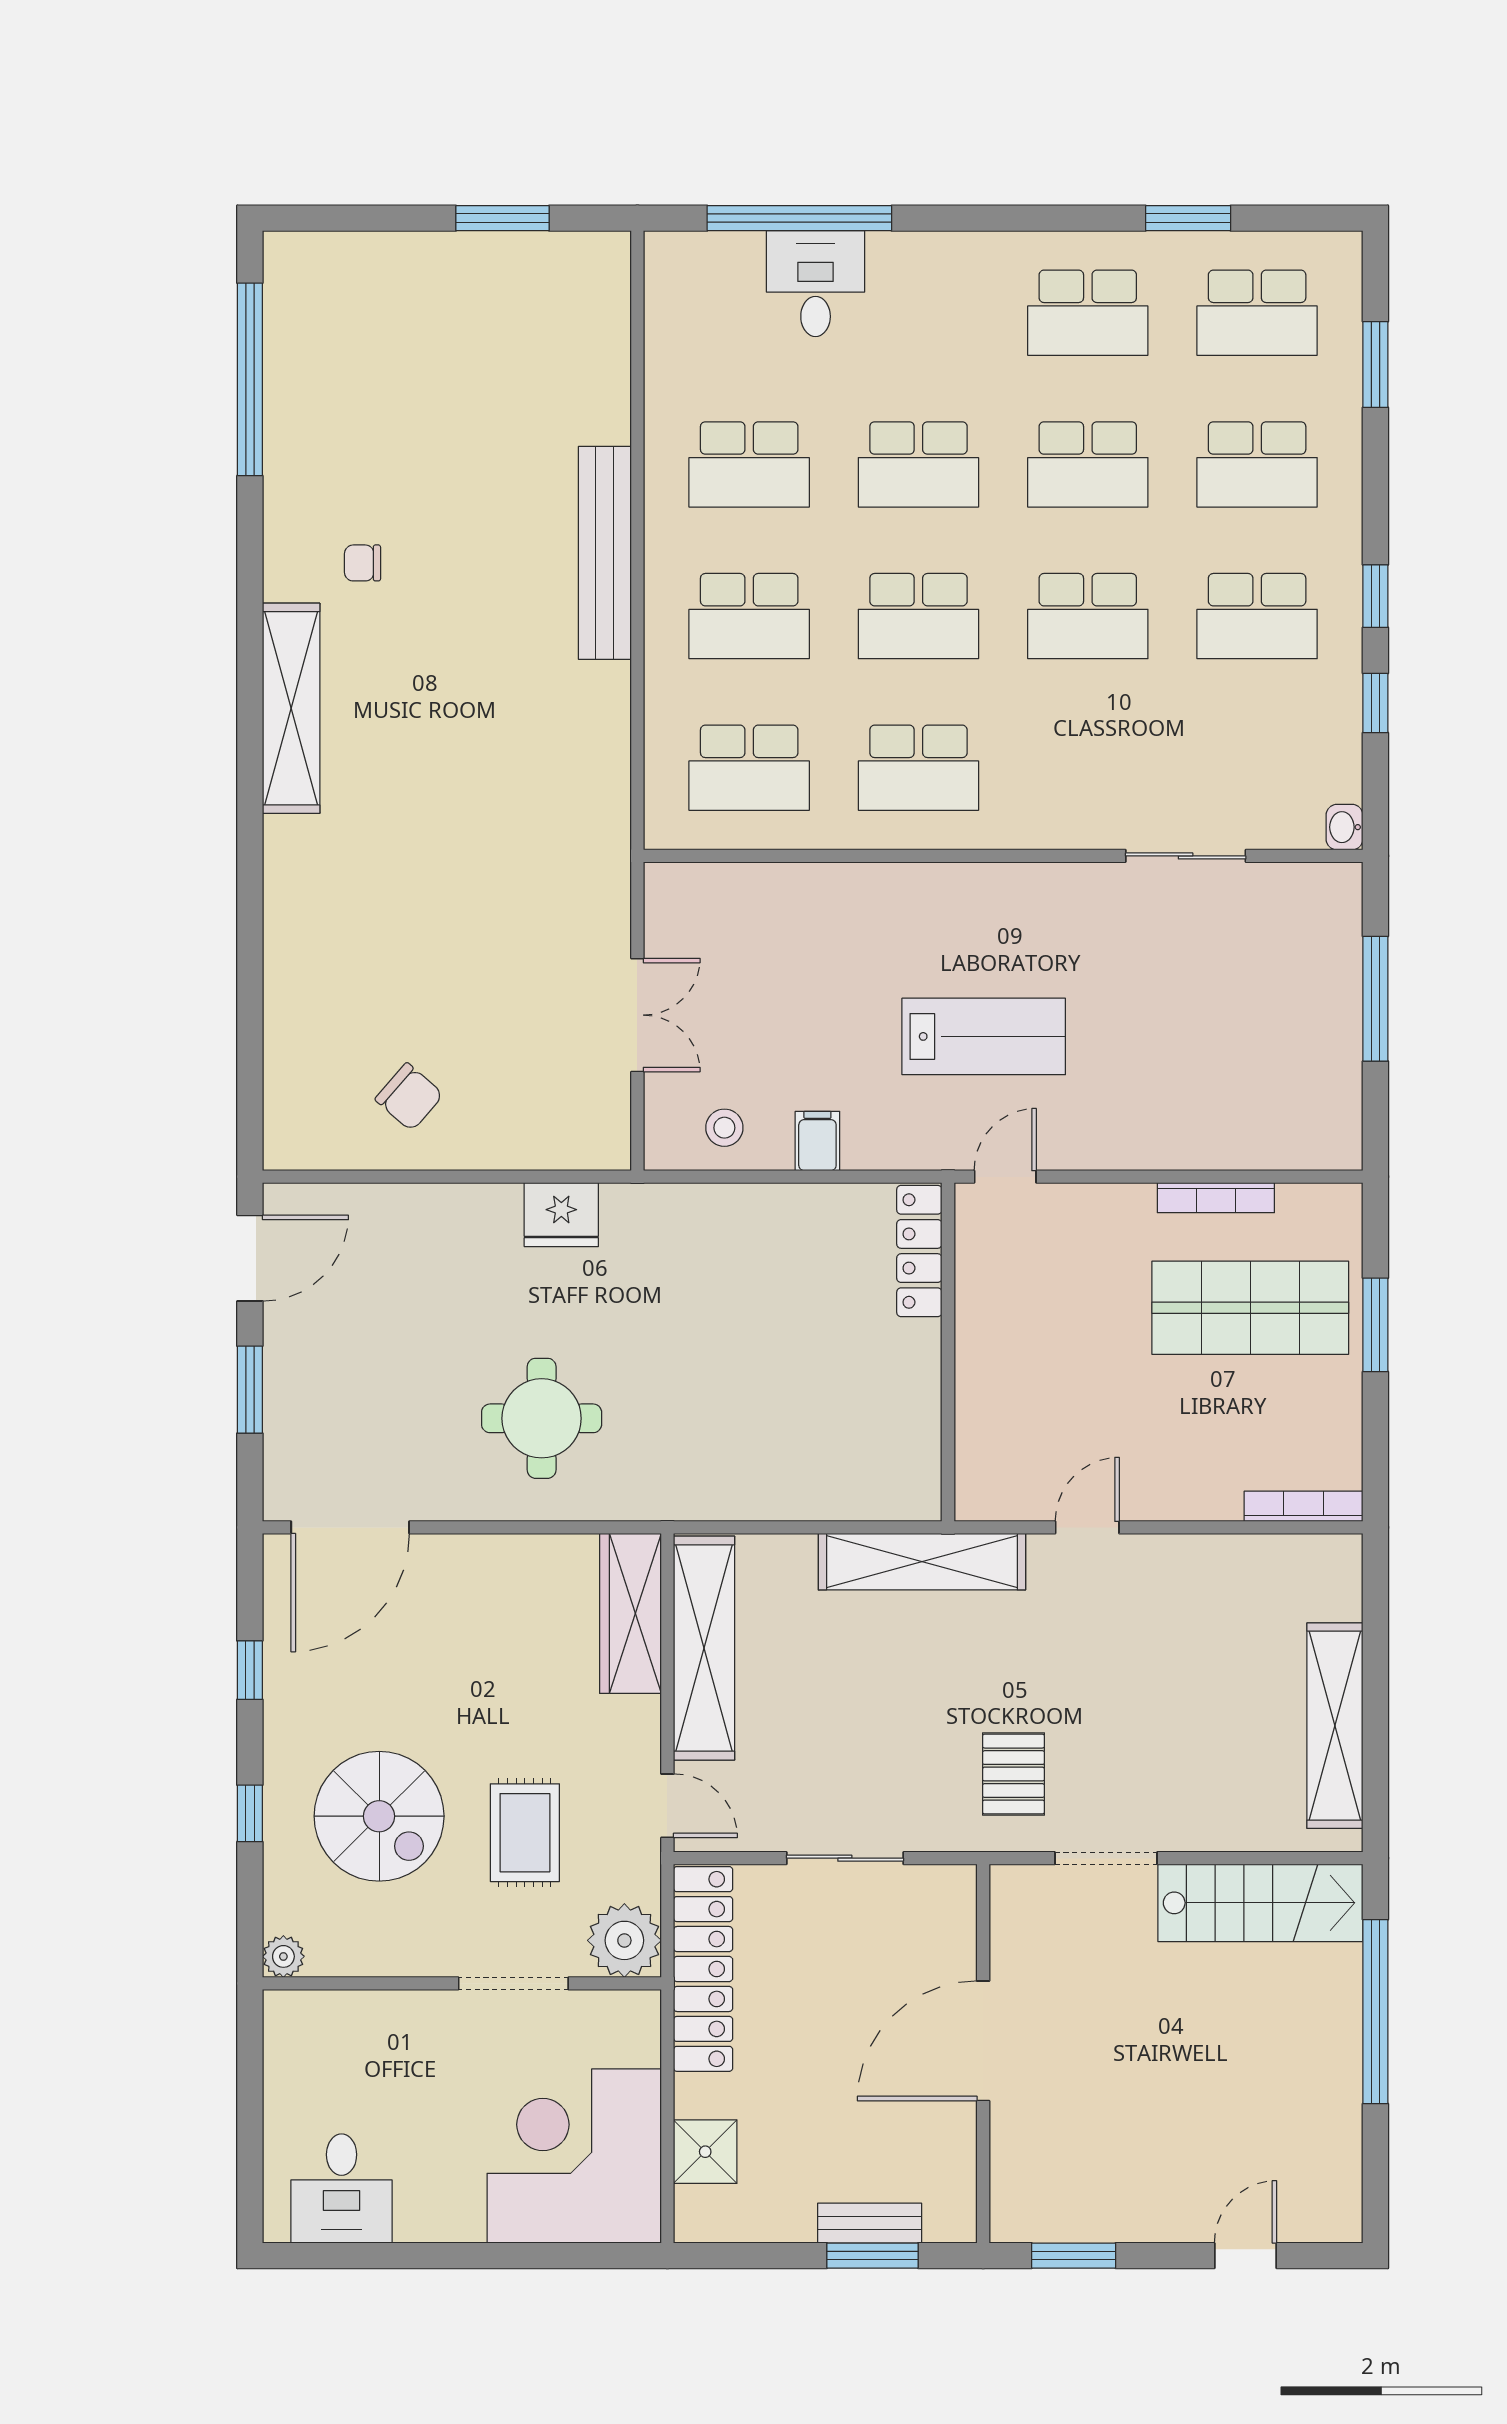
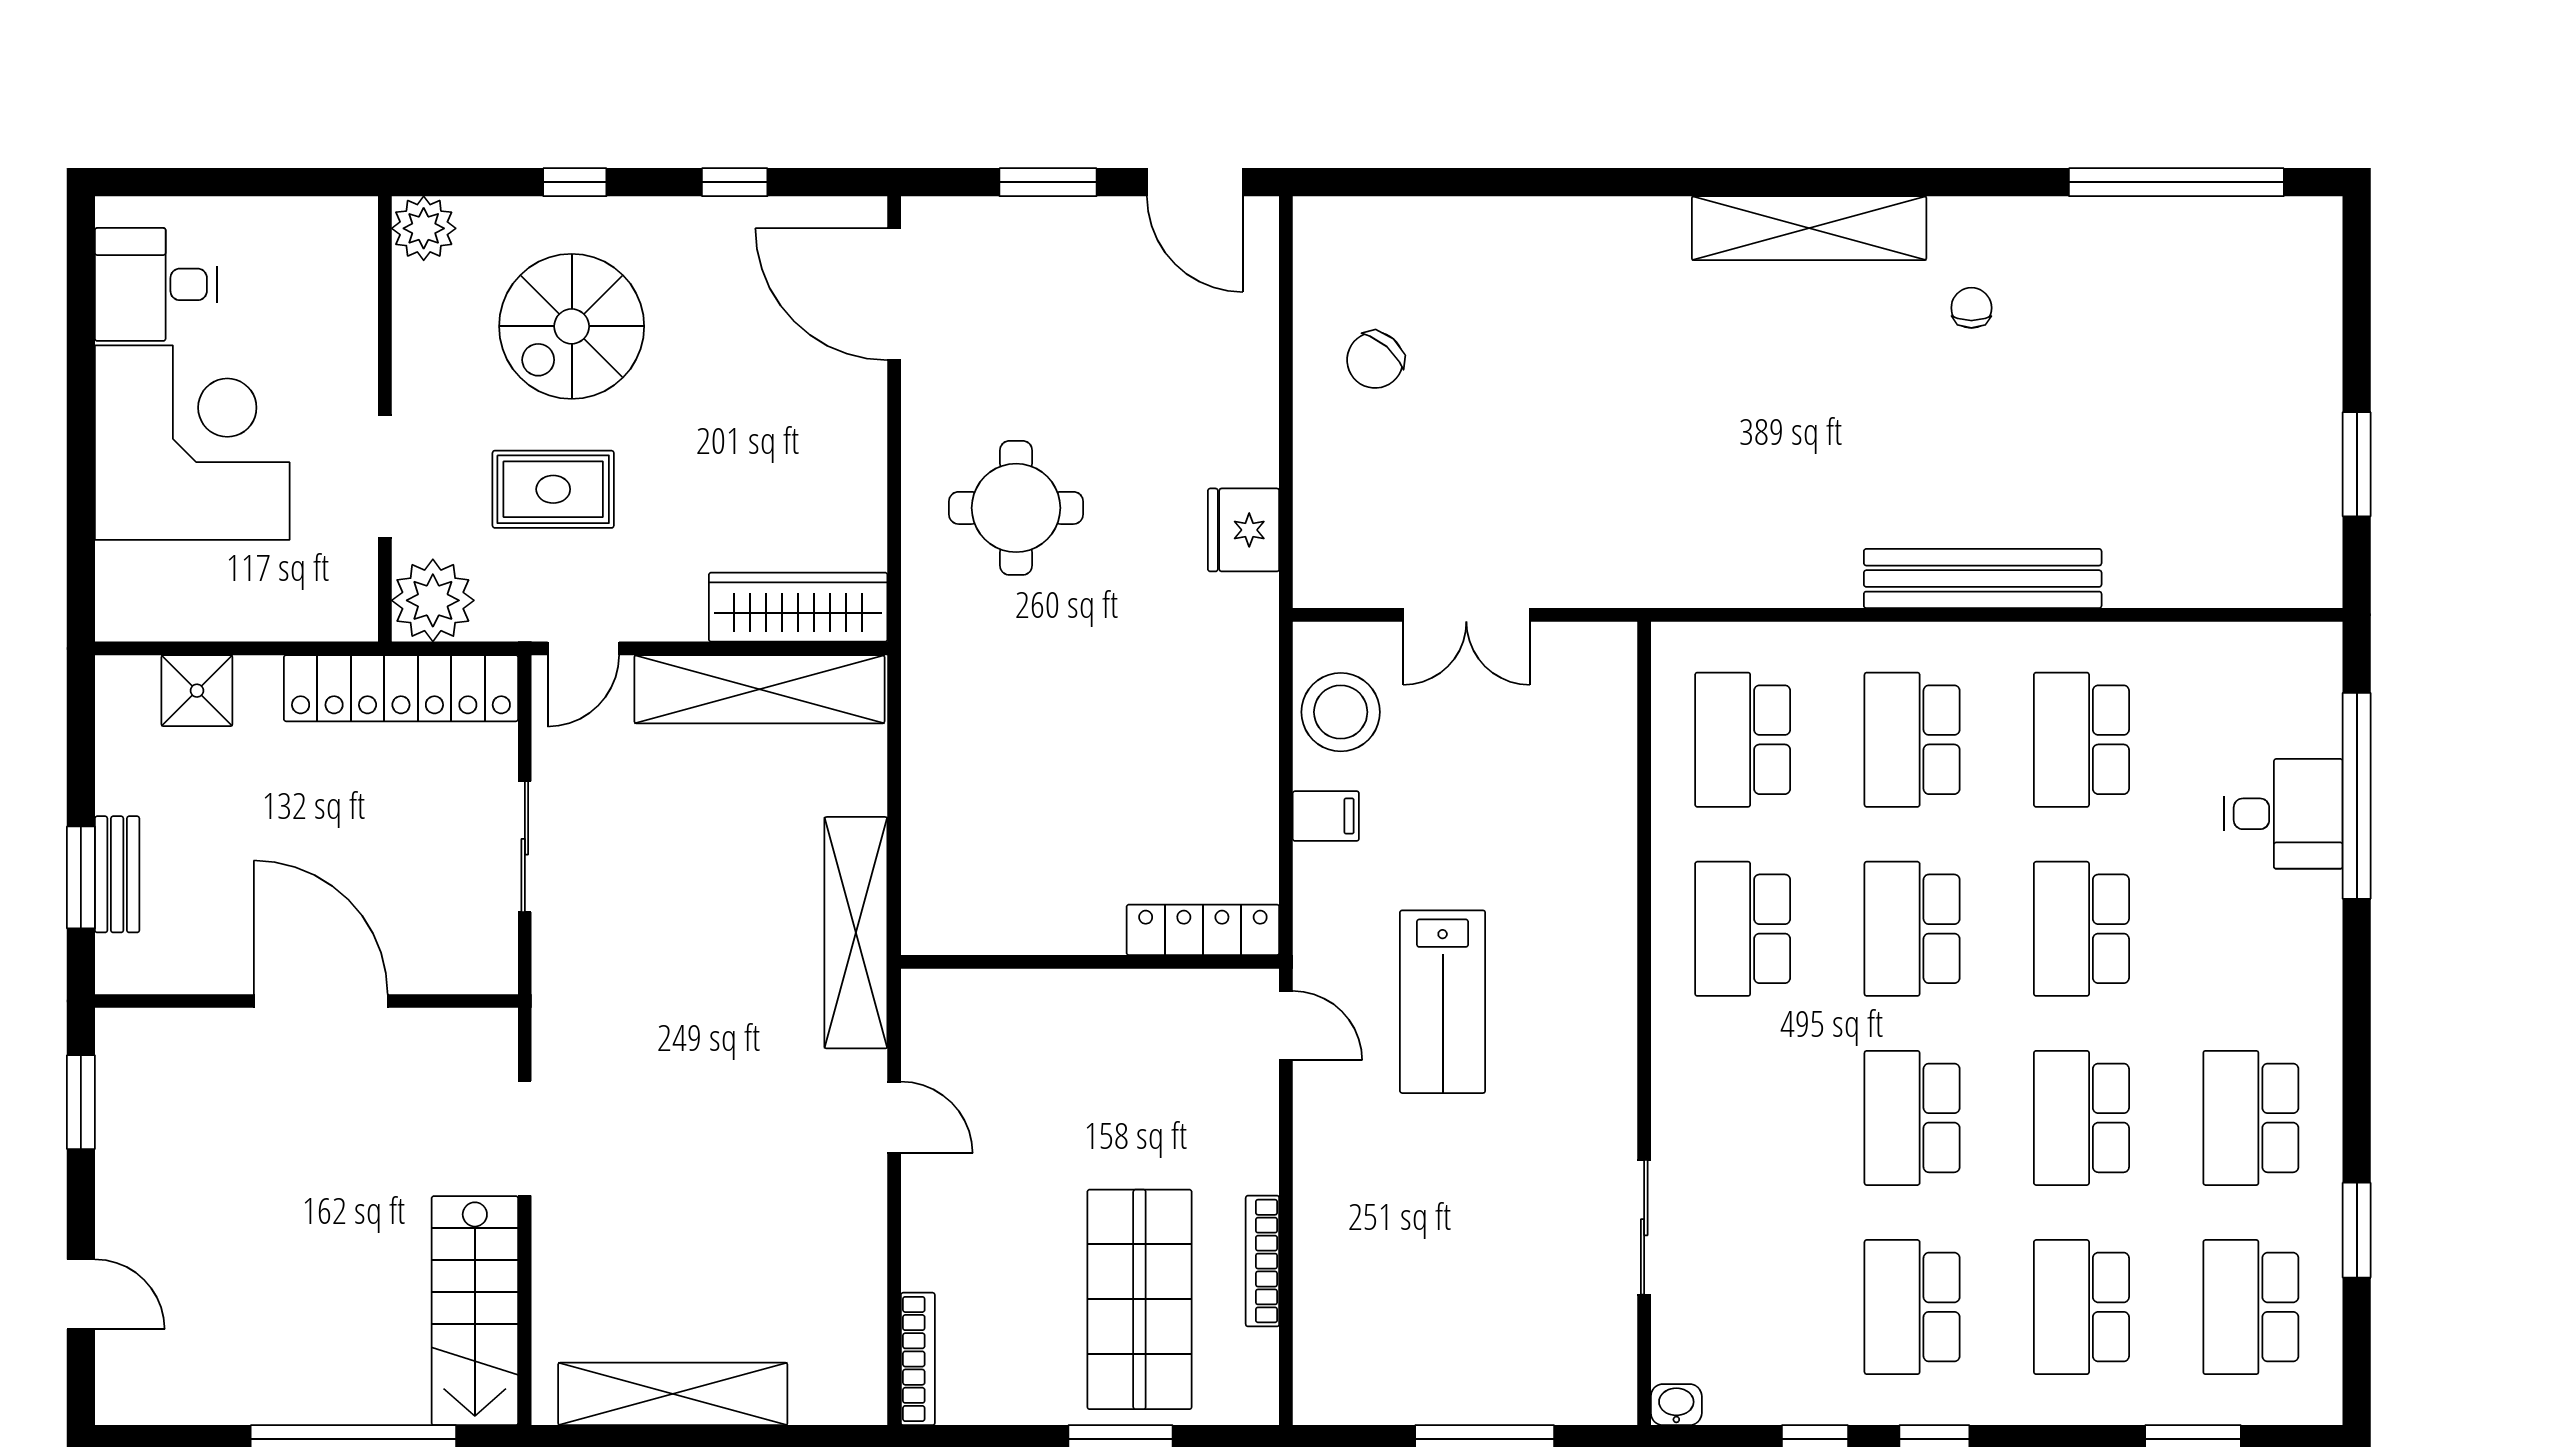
stool: (724, 1128) -> (1341, 712), width x1.89, depth x1.89
pallet: (1013, 1774) -> (619, 1035), removed
plant: (283, 1956) -> (424, 228), width x1.38, depth x1.38
corner desk: (574, 2156) -> (192, 443), moved

